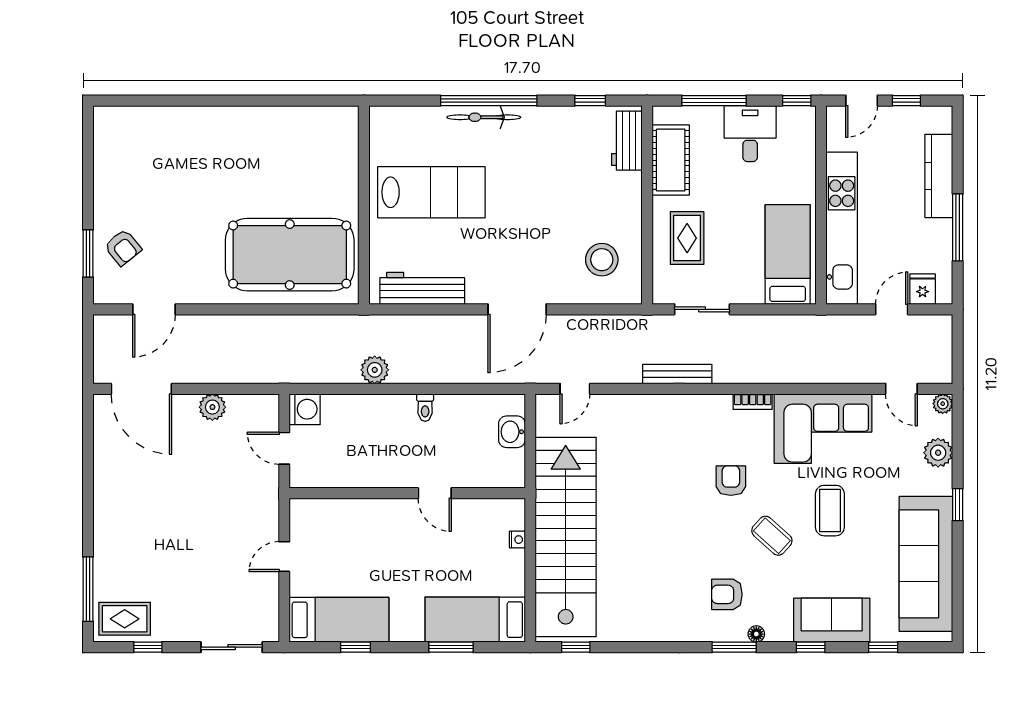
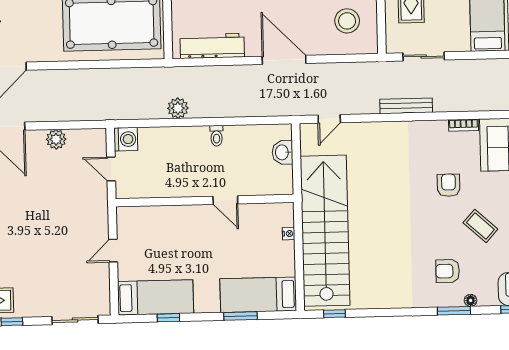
door: (517, 309) -> (284, 60), swing flipped

